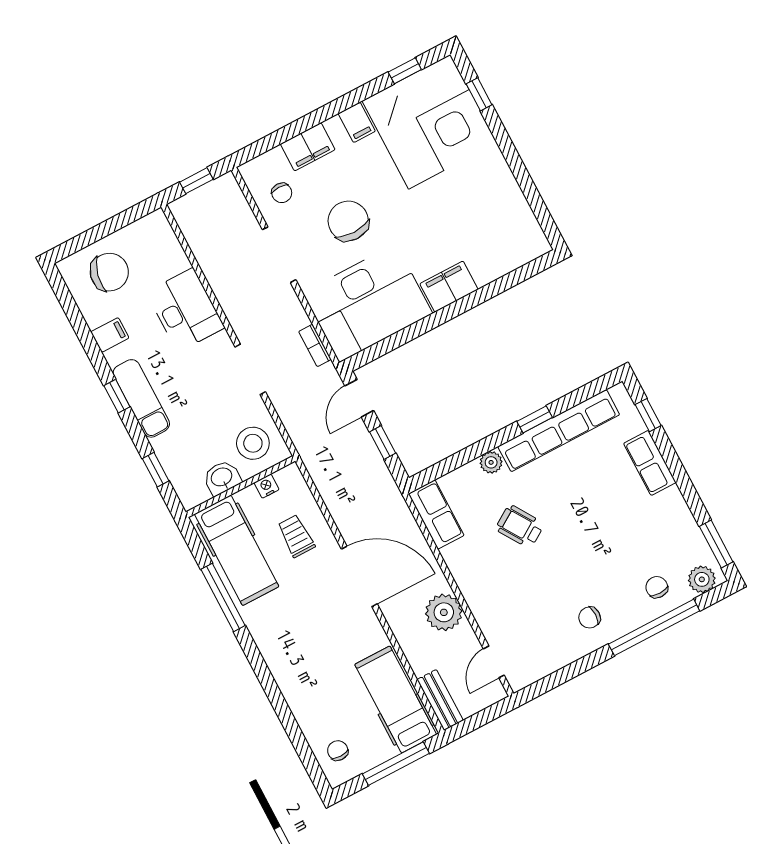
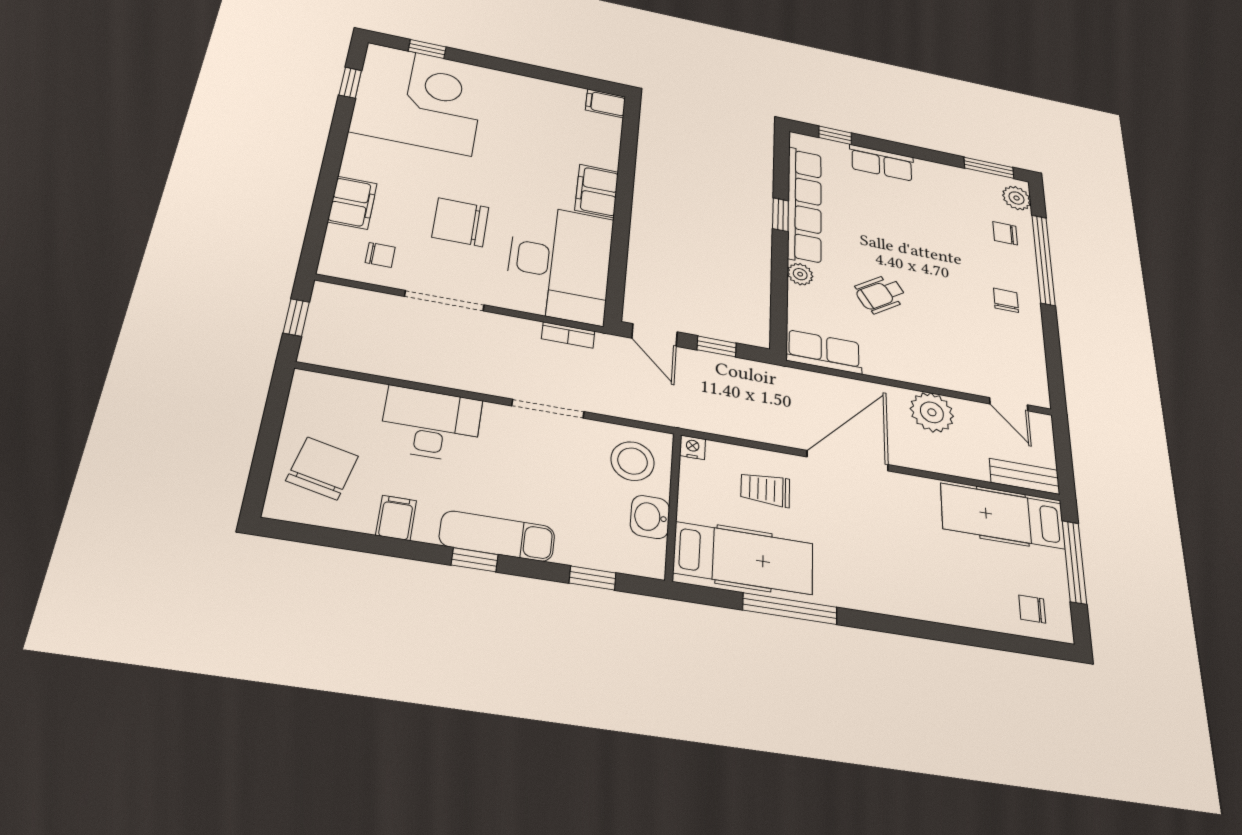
filing cabinet: (357, 122) -> (606, 103), moved, turned 180
nightstand: (267, 486) -> (693, 447), moved, turned 90
chair: (590, 618) -> (1006, 300), turned 180

